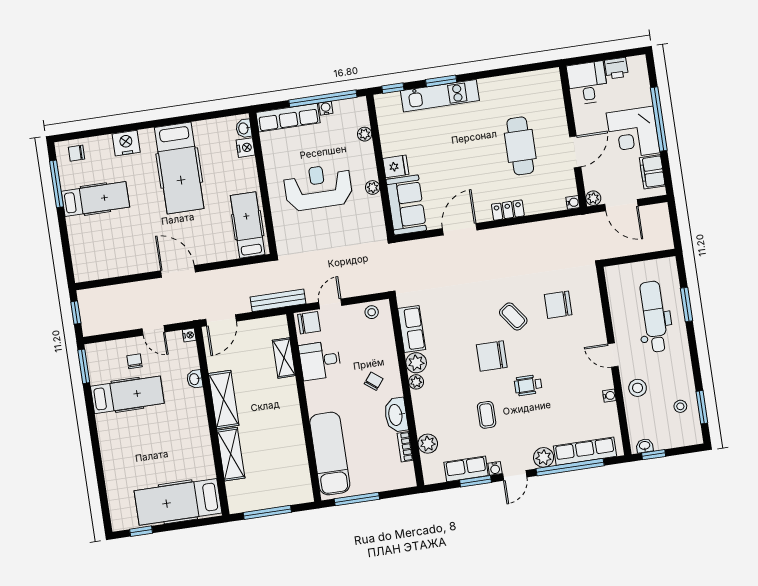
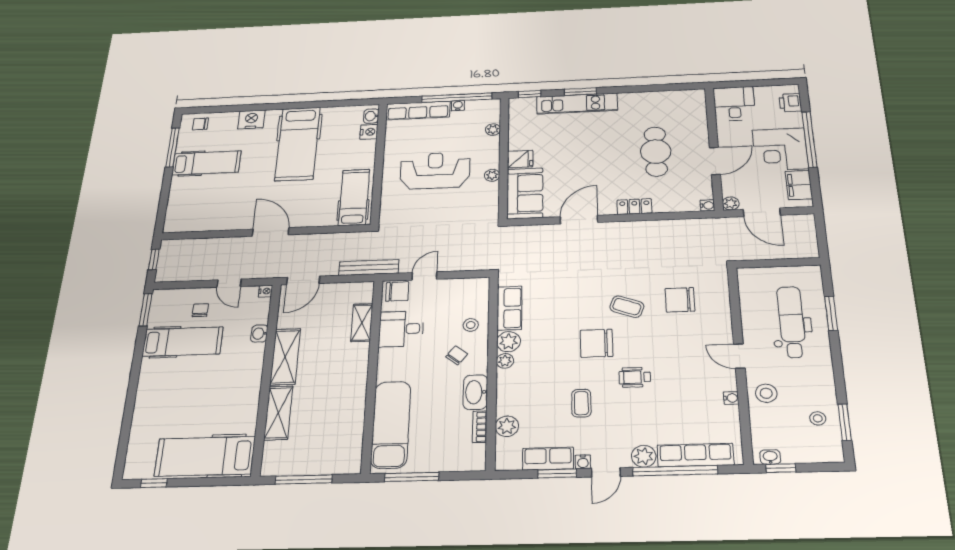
printer: (616, 68) -> (790, 103), moved, turned 90
stool: (372, 312) -> (471, 325), moved
coffee table: (513, 316) -> (627, 307), turned -33

